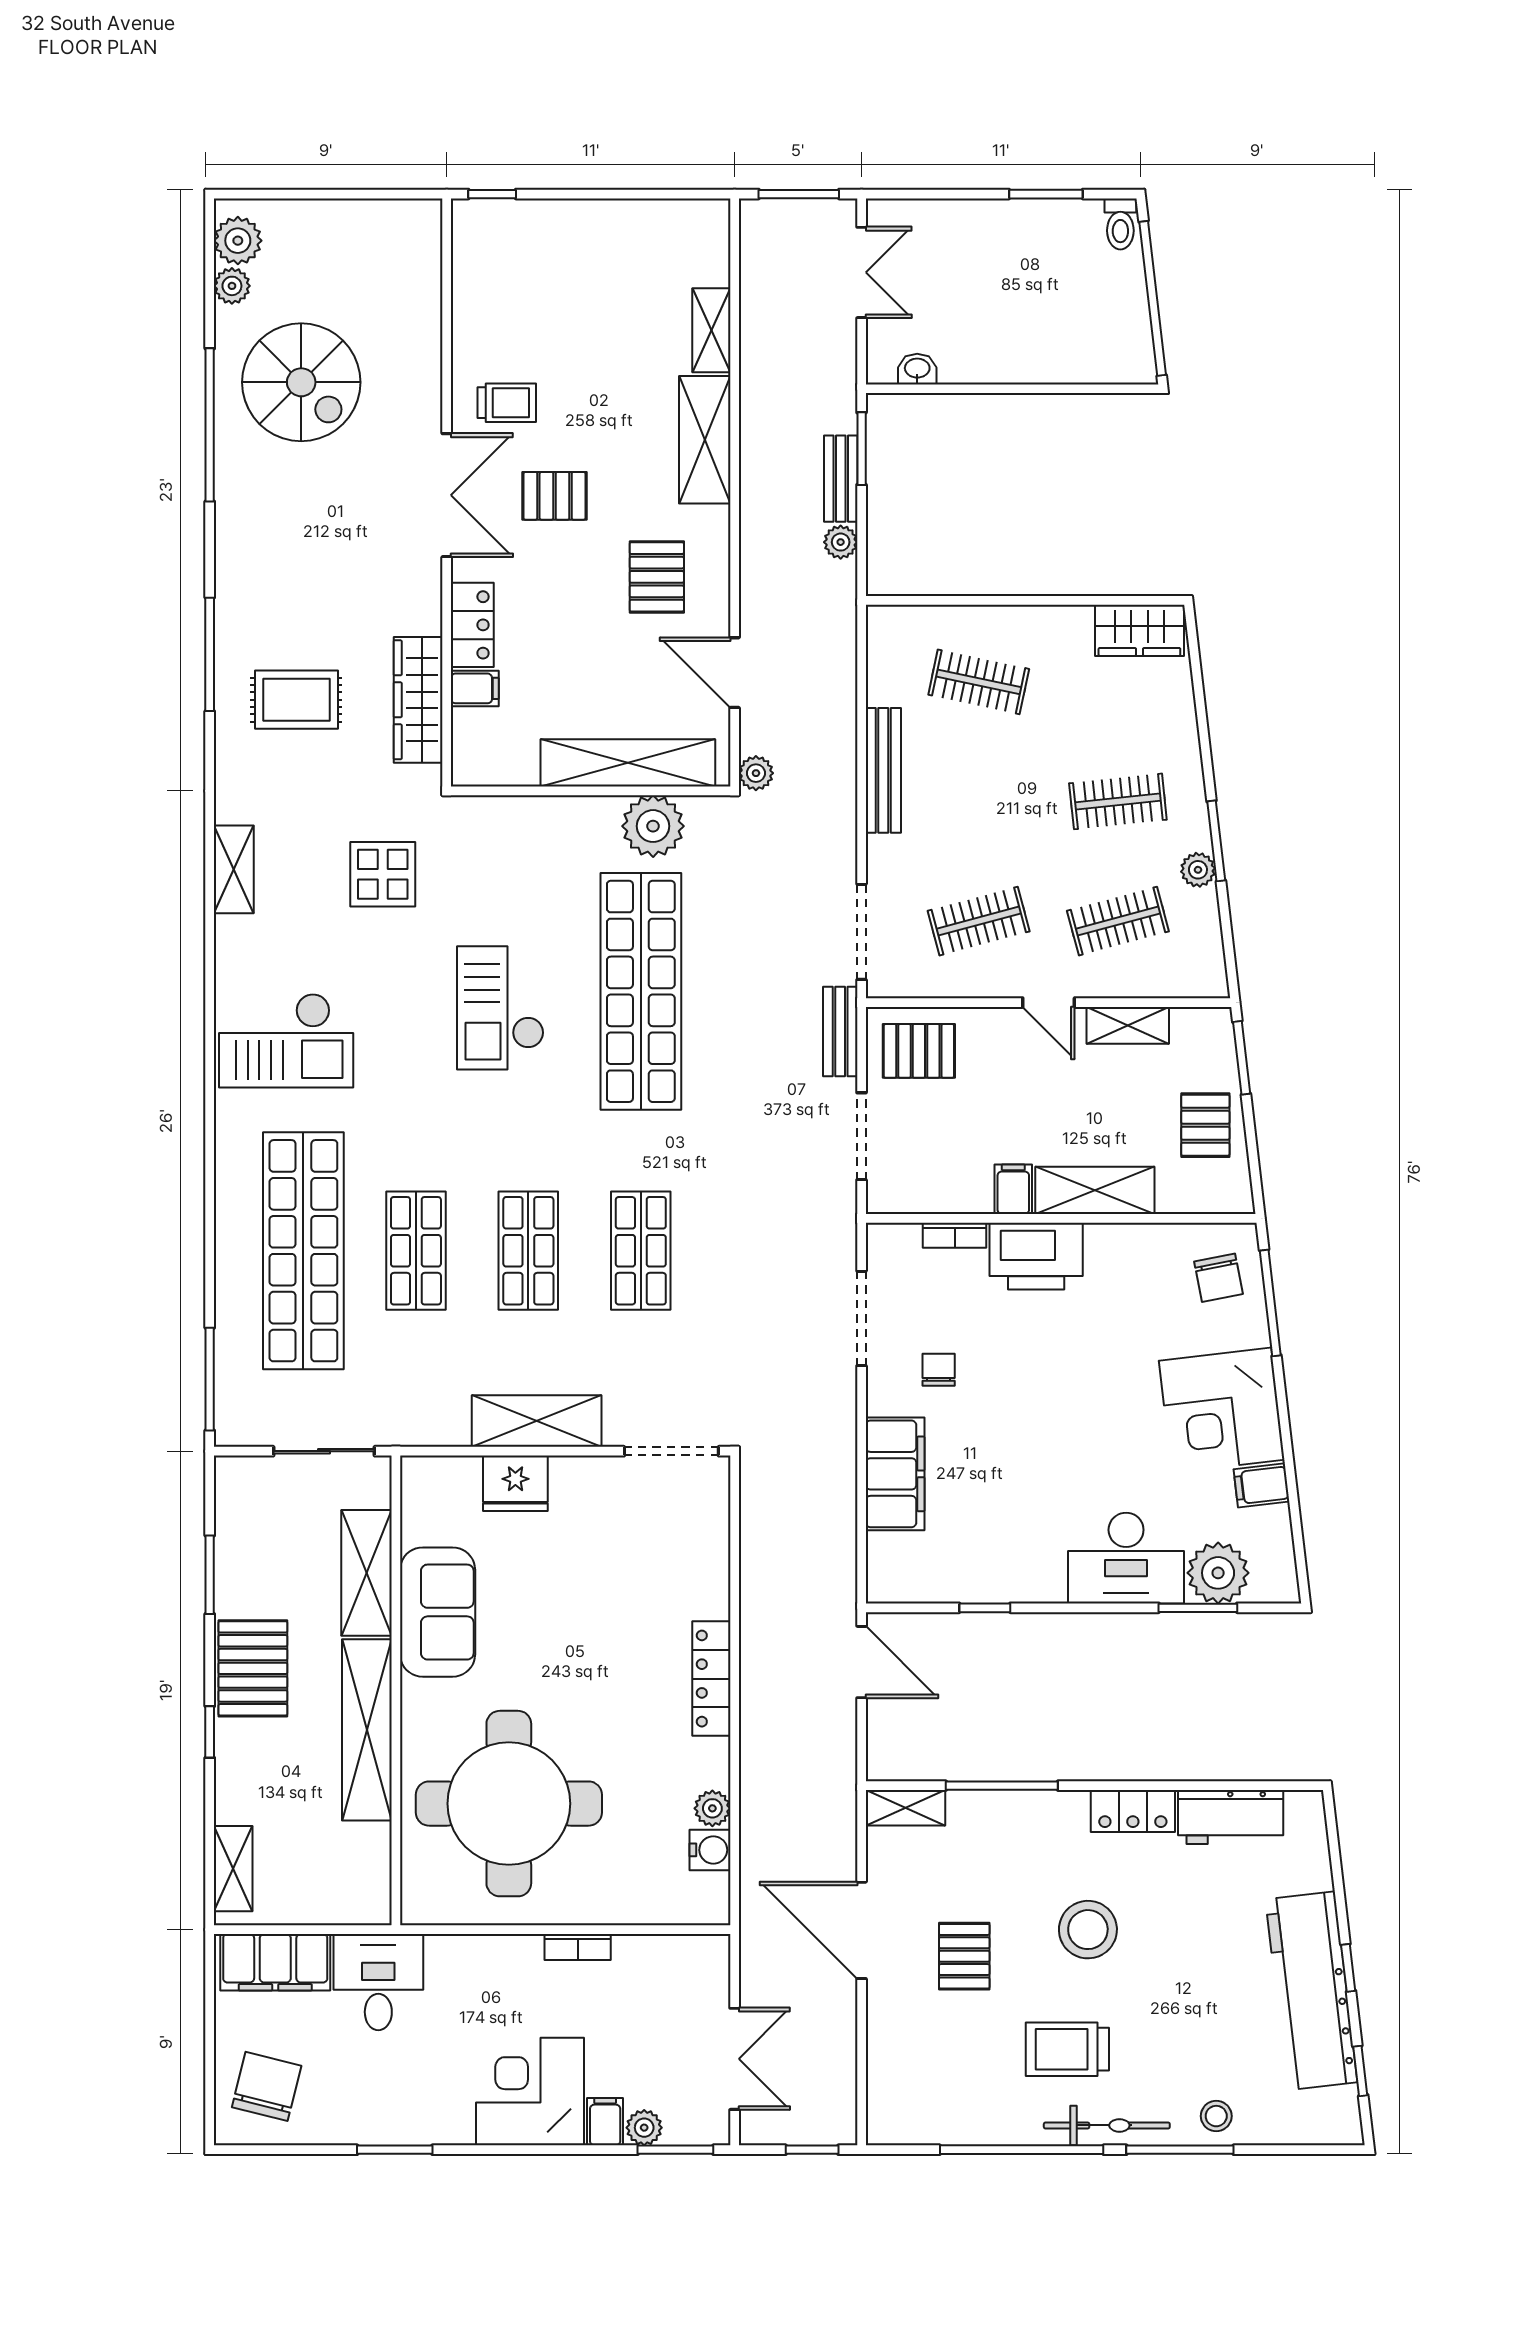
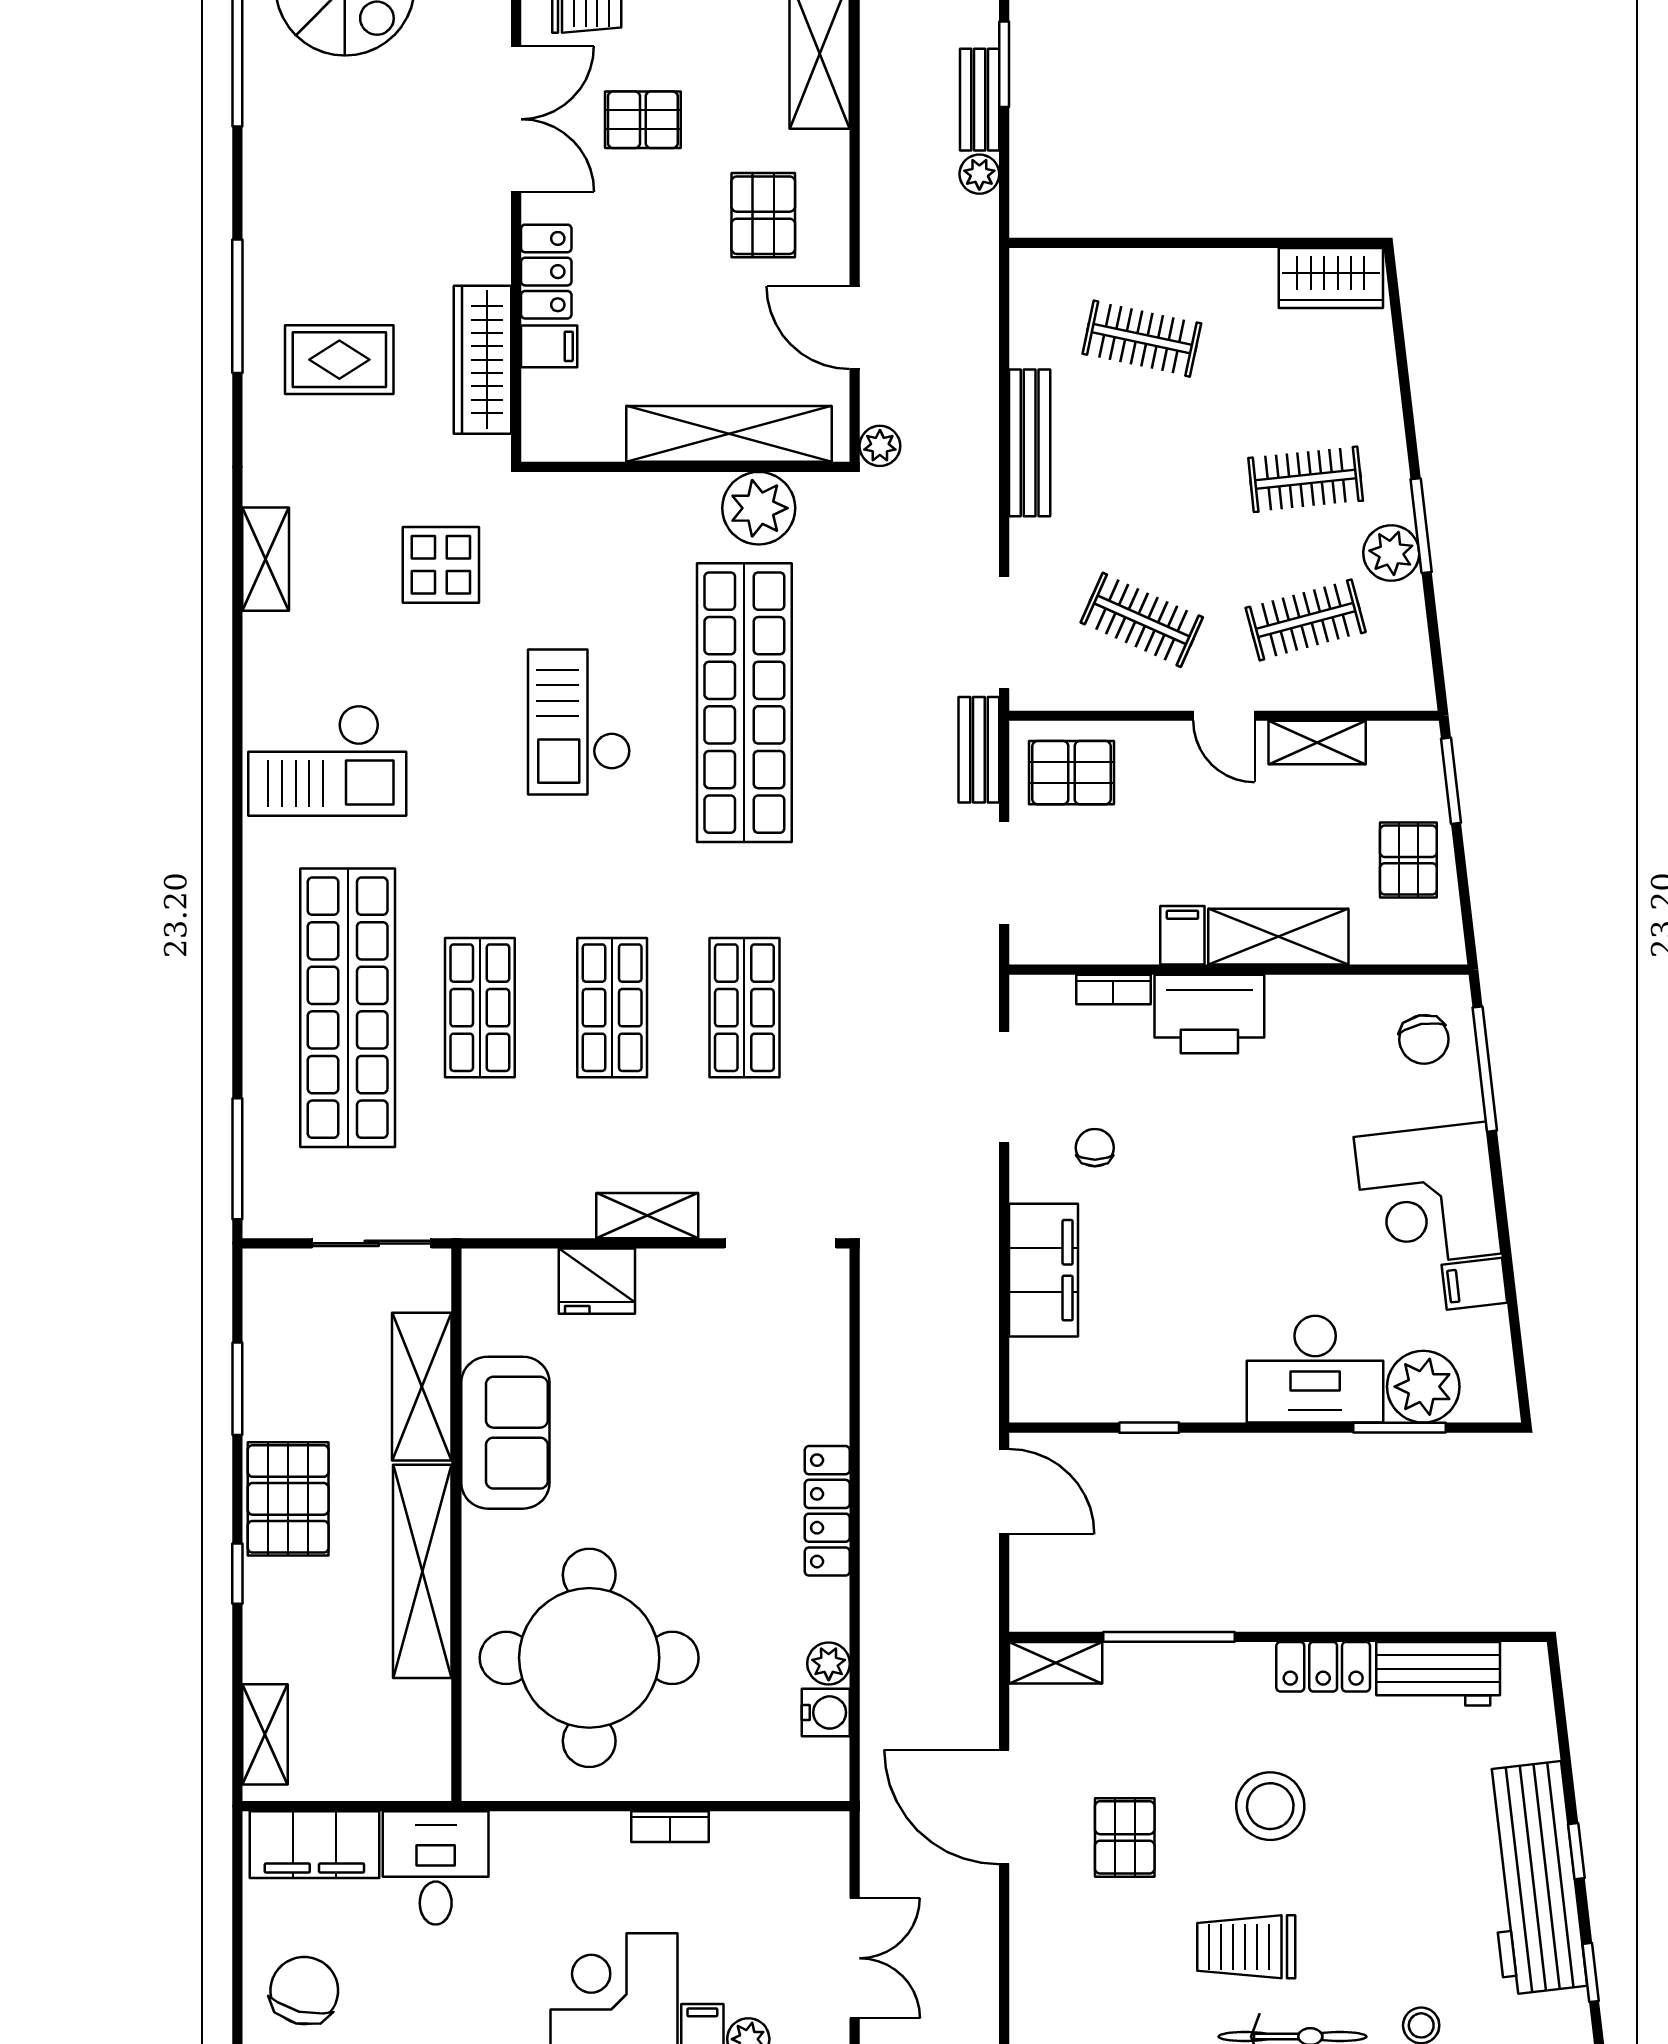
plant: (1198, 870) -> (1391, 553), width x1.38, depth x1.38
clothes rail: (979, 921) -> (1142, 620), turned 39
shelving: (537, 1421) -> (647, 1216), width x0.67, depth x0.75

